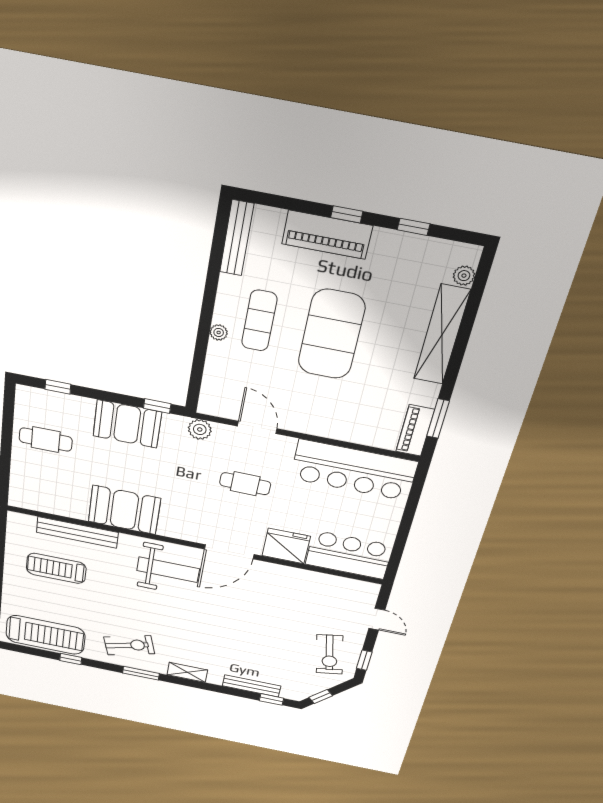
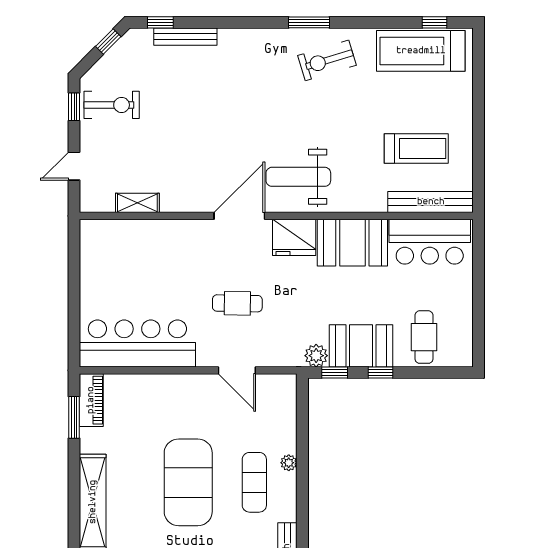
window: (58, 387) -> (380, 372), moved
plant: (200, 429) -> (316, 356), moved
cafe table: (46, 440) -> (424, 337), moved, turned 90
bench: (77, 532) -> (431, 202), moved
fridge: (286, 546) -> (294, 237), moved
bar counter: (349, 555) -> (430, 242), moved
door: (377, 619) -> (74, 166), hinge flipped
exercise bike: (329, 654) -> (112, 105), turned 101
window: (71, 659) -> (435, 22), moved
shelving: (187, 672) -> (137, 203), moved

